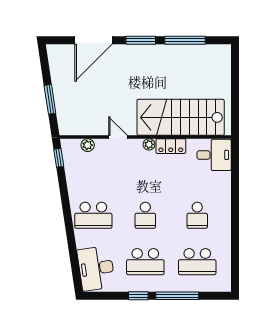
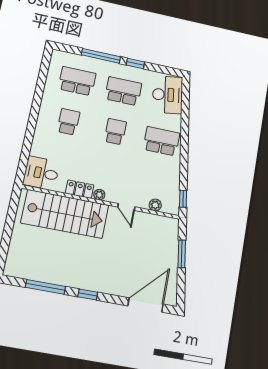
door: (93, 40) -> (146, 305), moved
window: (141, 40) -> (88, 295), width x0.67

